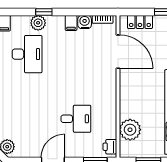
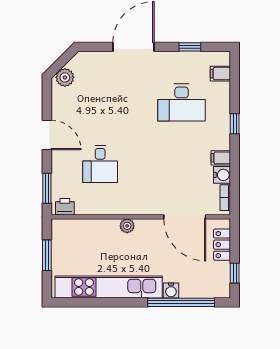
plant: (38, 23) -> (221, 116), removed
door: (118, 52) -> (185, 217), hinge flipped
plant: (130, 130) -> (127, 226), moved, width x0.53, depth x0.53

